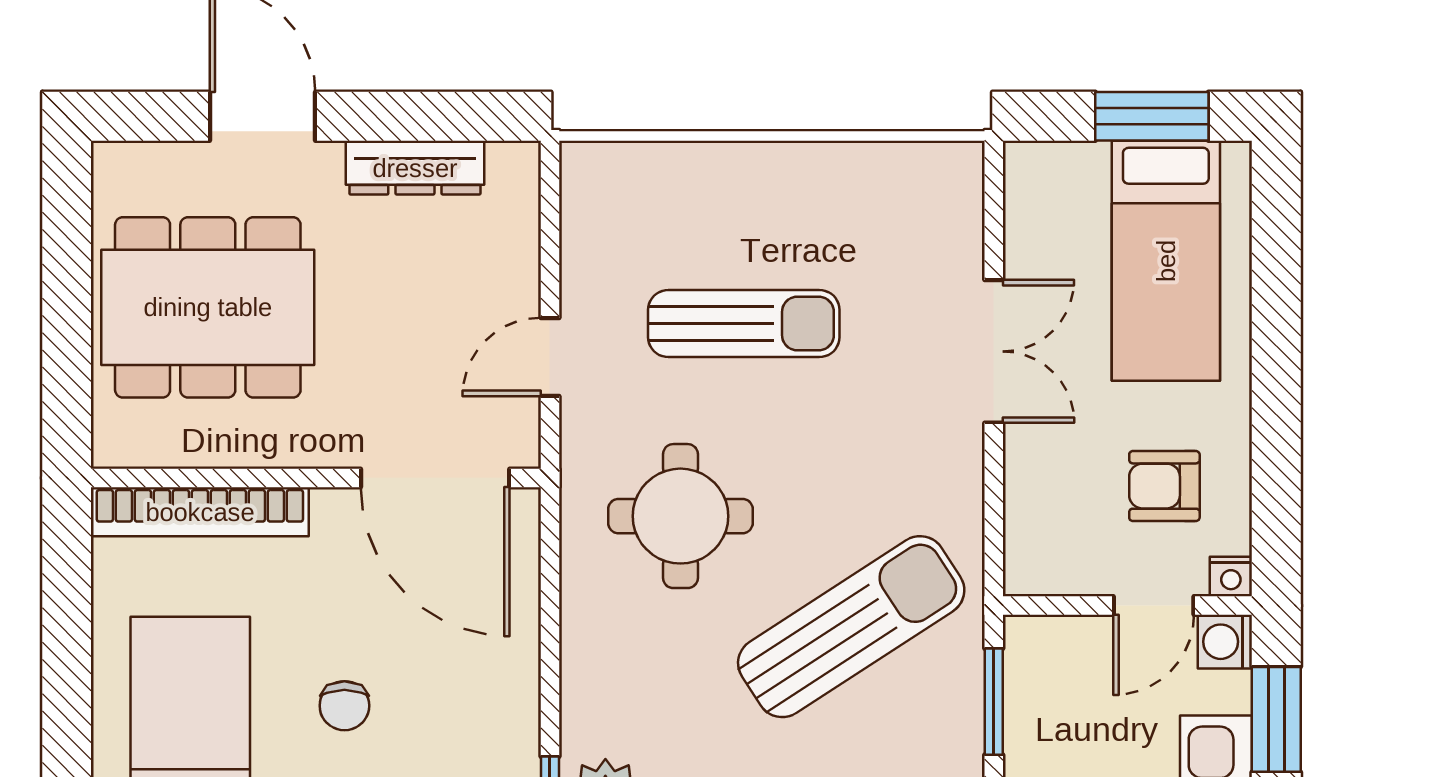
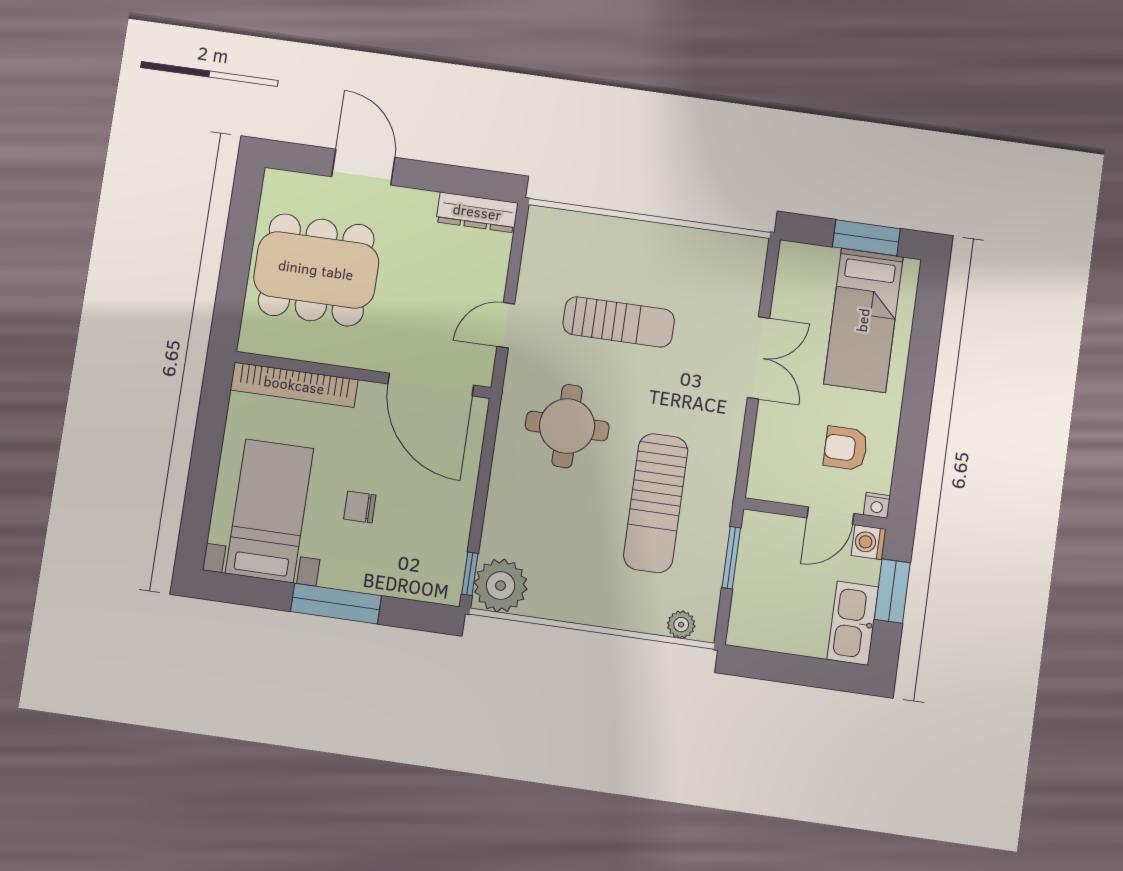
dresser: (415, 168) -> (477, 212), moved
sun lounger: (851, 627) -> (656, 503), turned 123
chair: (344, 706) -> (360, 507), turned 90

